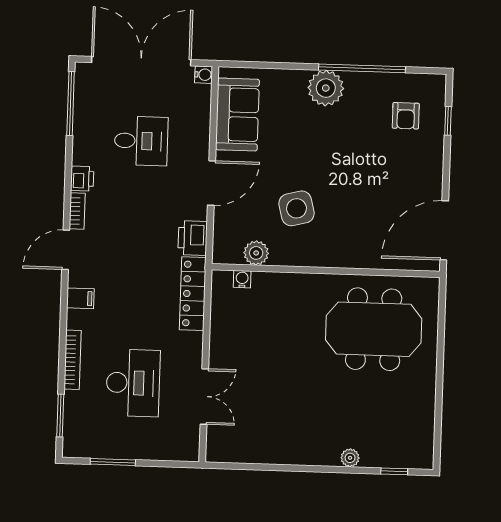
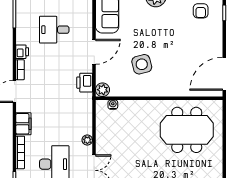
desk: (141, 141) -> (54, 30), turned 180
plant: (256, 253) -> (103, 90), moved
locker: (193, 294) -> (86, 113), removed
filing cabinet: (80, 298) -> (23, 124), width x2.00
plant: (194, 342) -> (87, 140), added

